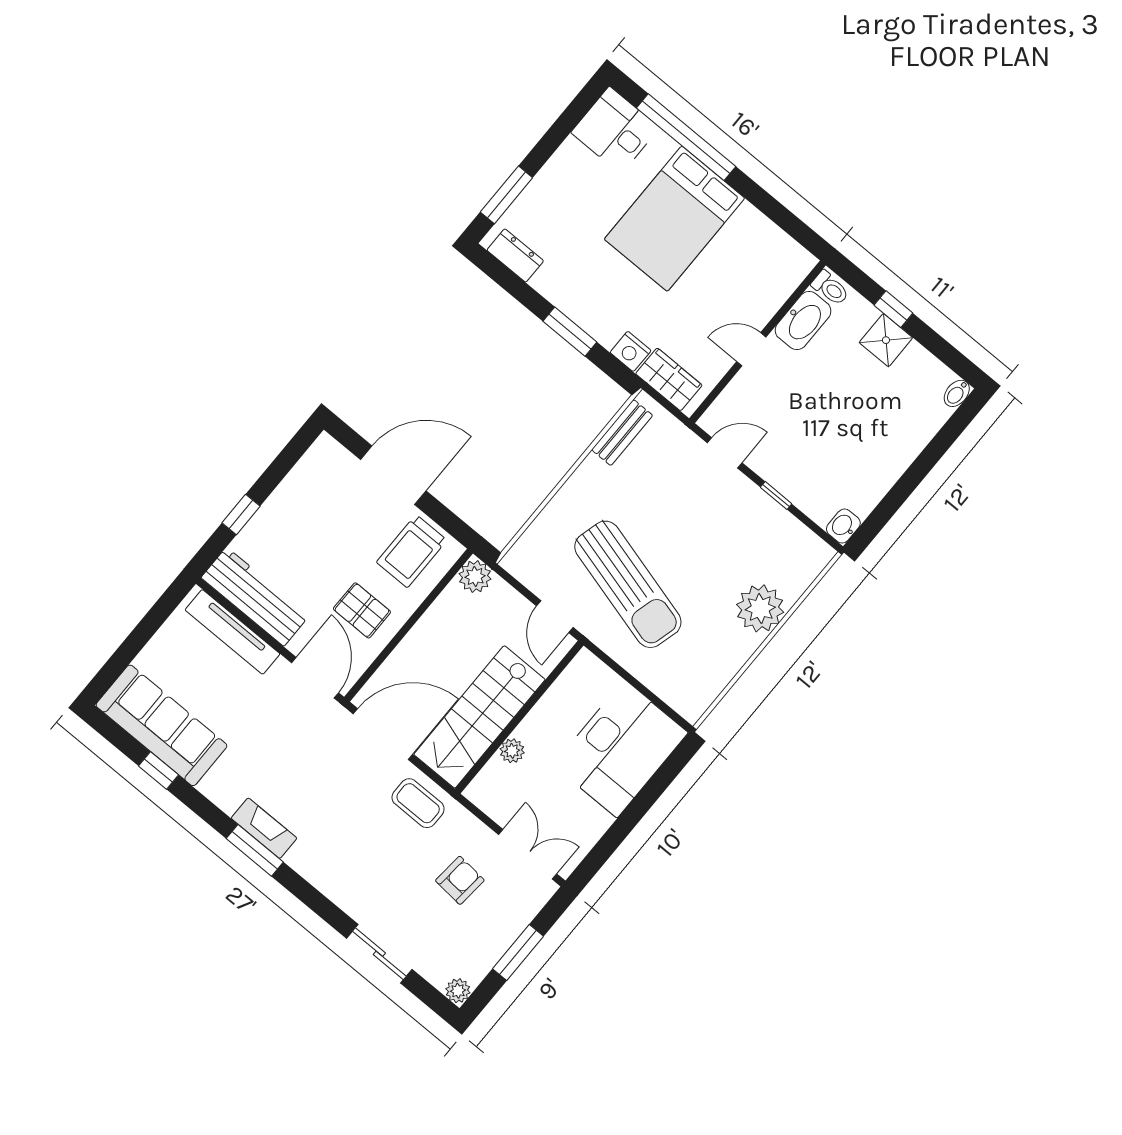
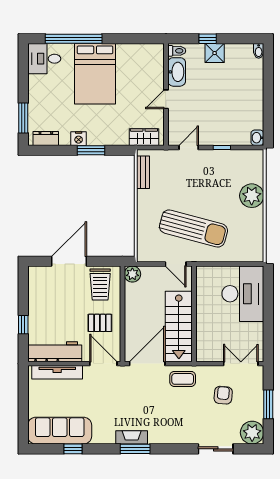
nightstand: (631, 351) -> (79, 139), moved
plant: (512, 751) -> (202, 329), removed
plant: (458, 991) -> (252, 433), width x1.87, depth x1.87

